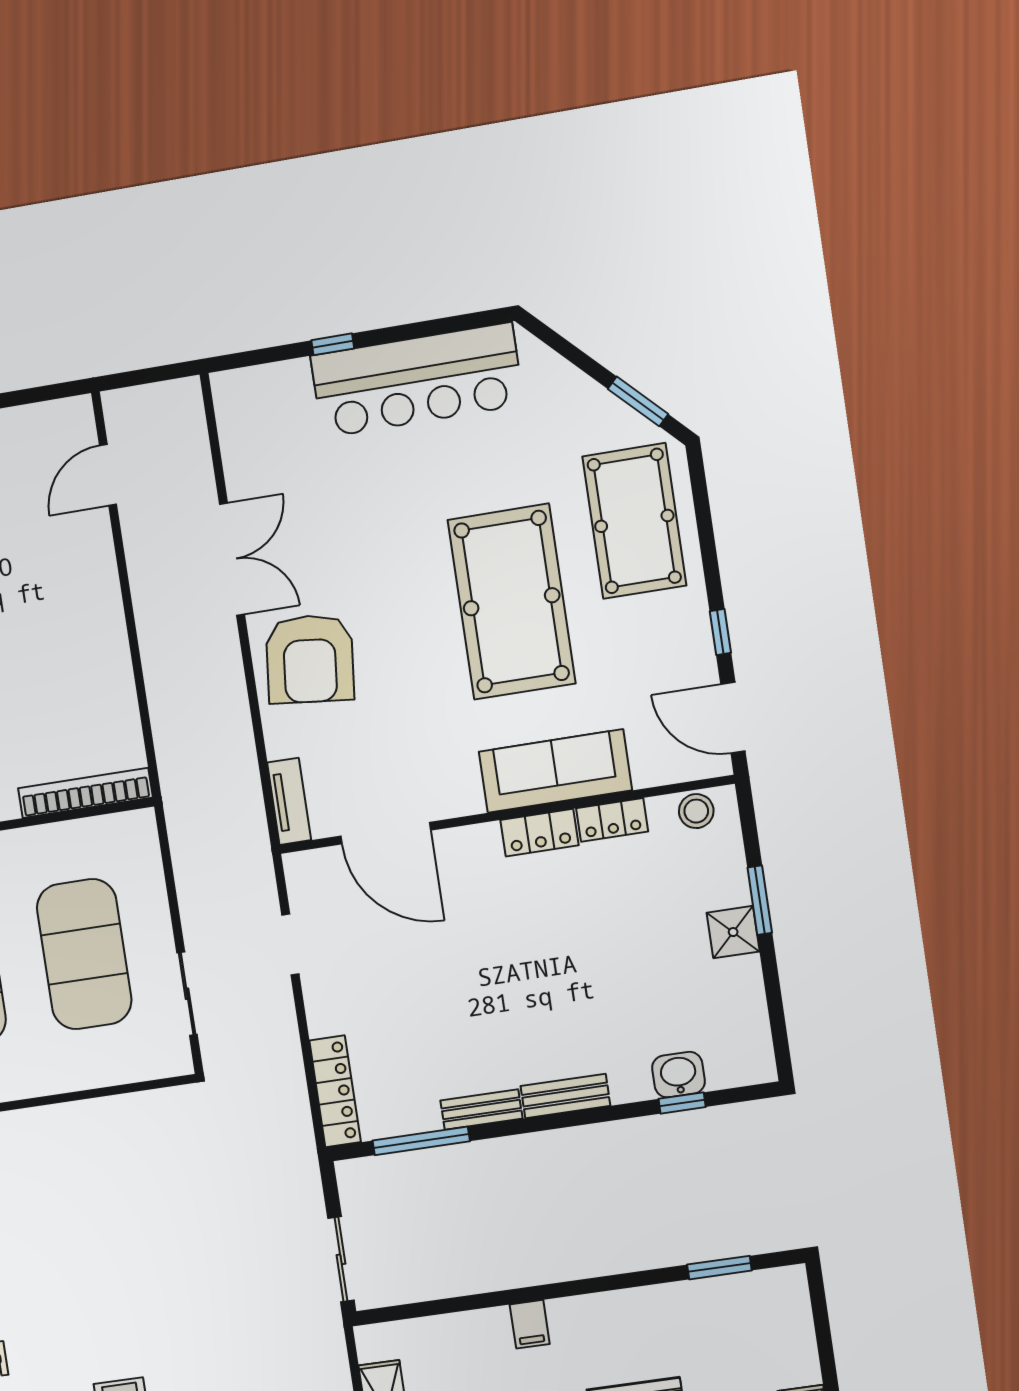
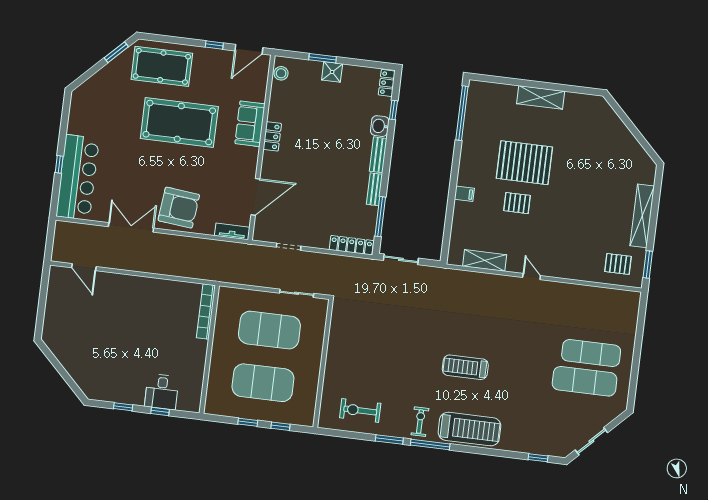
bar counter: (417, 380) -> (78, 177), moved
sofa: (555, 771) -> (250, 124), width x0.73
locker: (612, 820) -> (387, 83), moved, turned 180
washbasin: (678, 1075) -> (380, 126), moved
sliding door: (341, 1259) -> (401, 259), moved
window: (719, 1268) -> (462, 113), width x2.11

